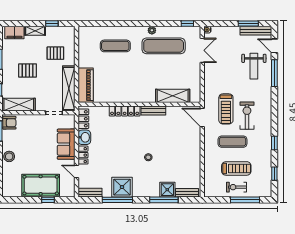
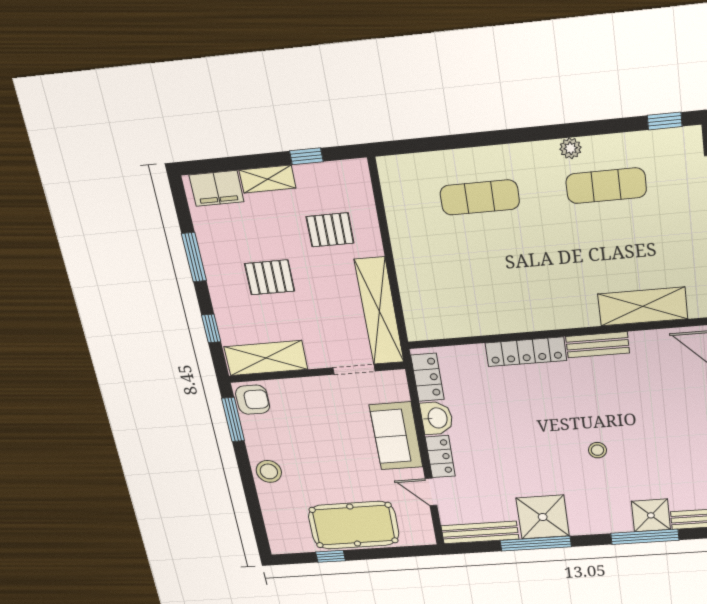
exercise mat: (164, 46) -> (606, 186), width x0.73, depth x0.69
piano: (86, 85) -> (420, 300), removed
bench: (90, 193) -> (480, 532), width x1.36
window: (48, 200) -> (331, 556), moved

